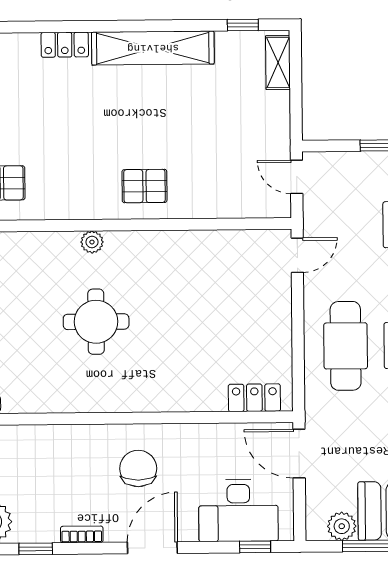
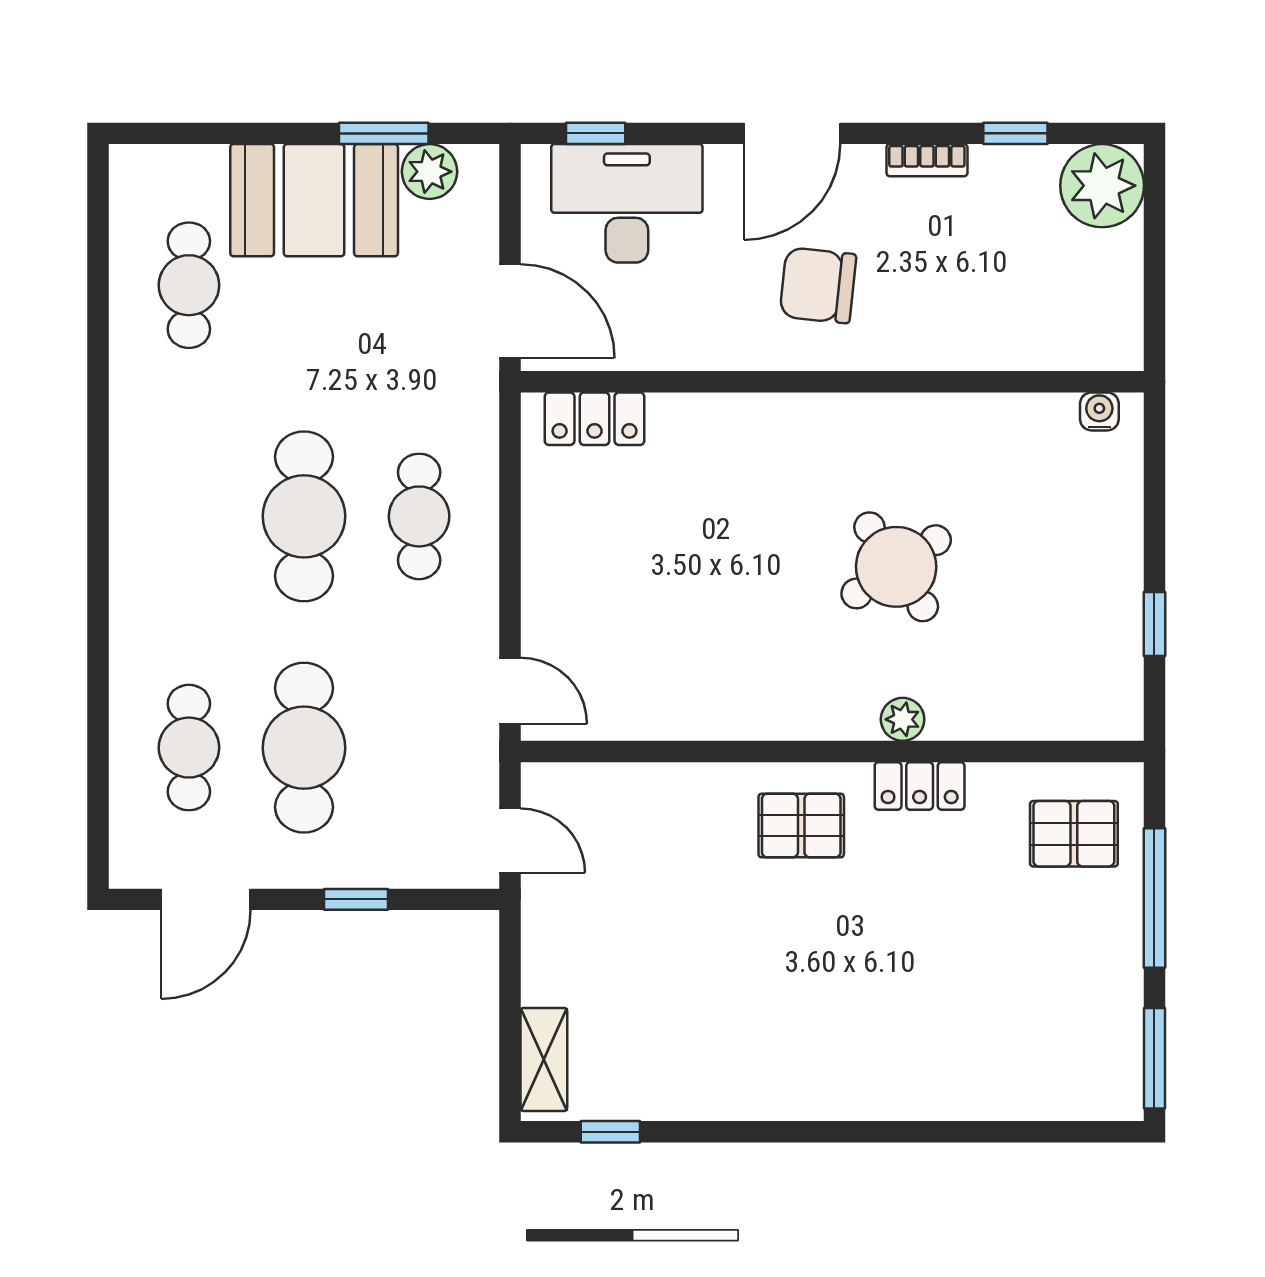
locker: (65, 45) -> (920, 786), moved, turned 180
shelving: (153, 48) -> (783, 1089), removed
door: (297, 255) -> (510, 691), swing flipped
round table: (96, 322) -> (896, 567), turned -34
cafe table: (346, 346) -> (419, 516), width x0.73, depth x0.74
chair: (138, 468) -> (818, 285), turned 96

